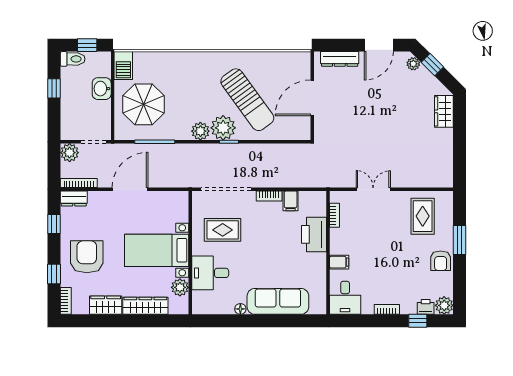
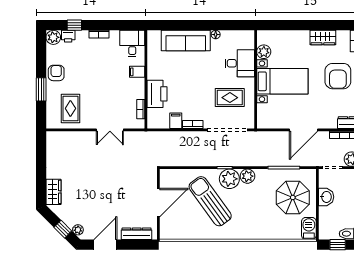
washbasin: (102, 89) -> (326, 197), moved
wardrobe: (145, 306) -> (291, 37), removed

